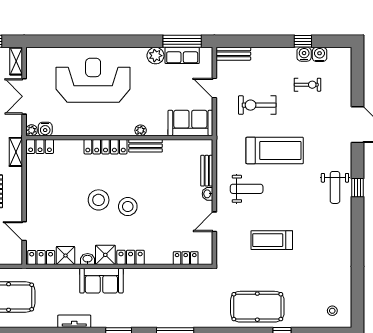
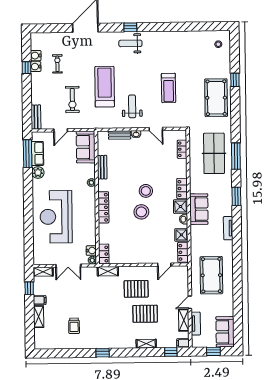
bench: (146, 146) -> (102, 167), moved
weight bench: (335, 187) -> (130, 43), turned 180
table tennis table: (179, 303) -> (214, 153), added

